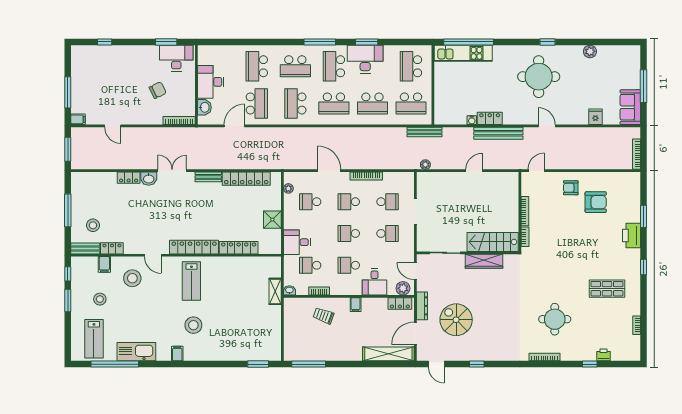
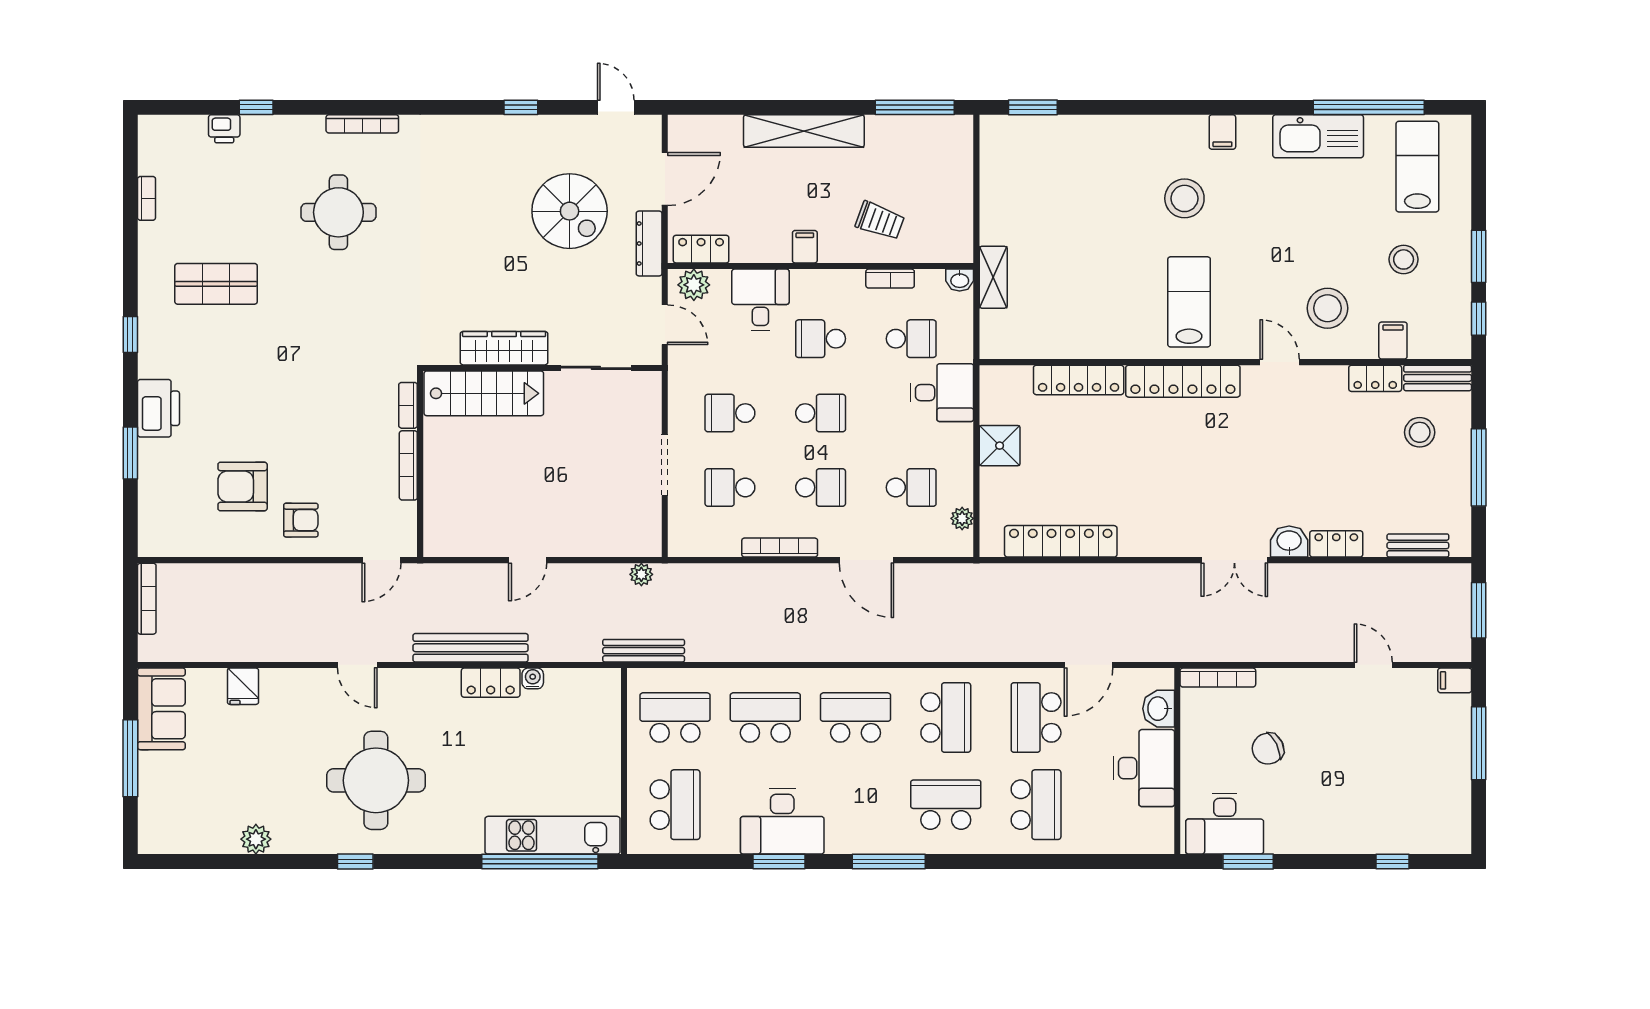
school desk: (334, 66) -> (856, 805), removed
bench: (208, 177) -> (1418, 545), moved
school desk: (349, 265) -> (821, 339), turned 180
shelving: (388, 354) -> (804, 131), moved

